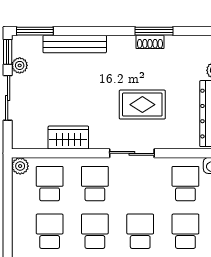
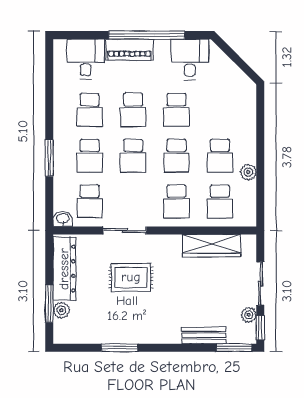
shoe rack: (150, 42) -> (124, 337), removed
bench: (75, 44) -> (204, 335), width x0.73
wardrobe: (68, 138) -> (212, 246), width x1.50
sliding door: (132, 153) -> (125, 231), moved
plant: (20, 166) -> (248, 172), moved

